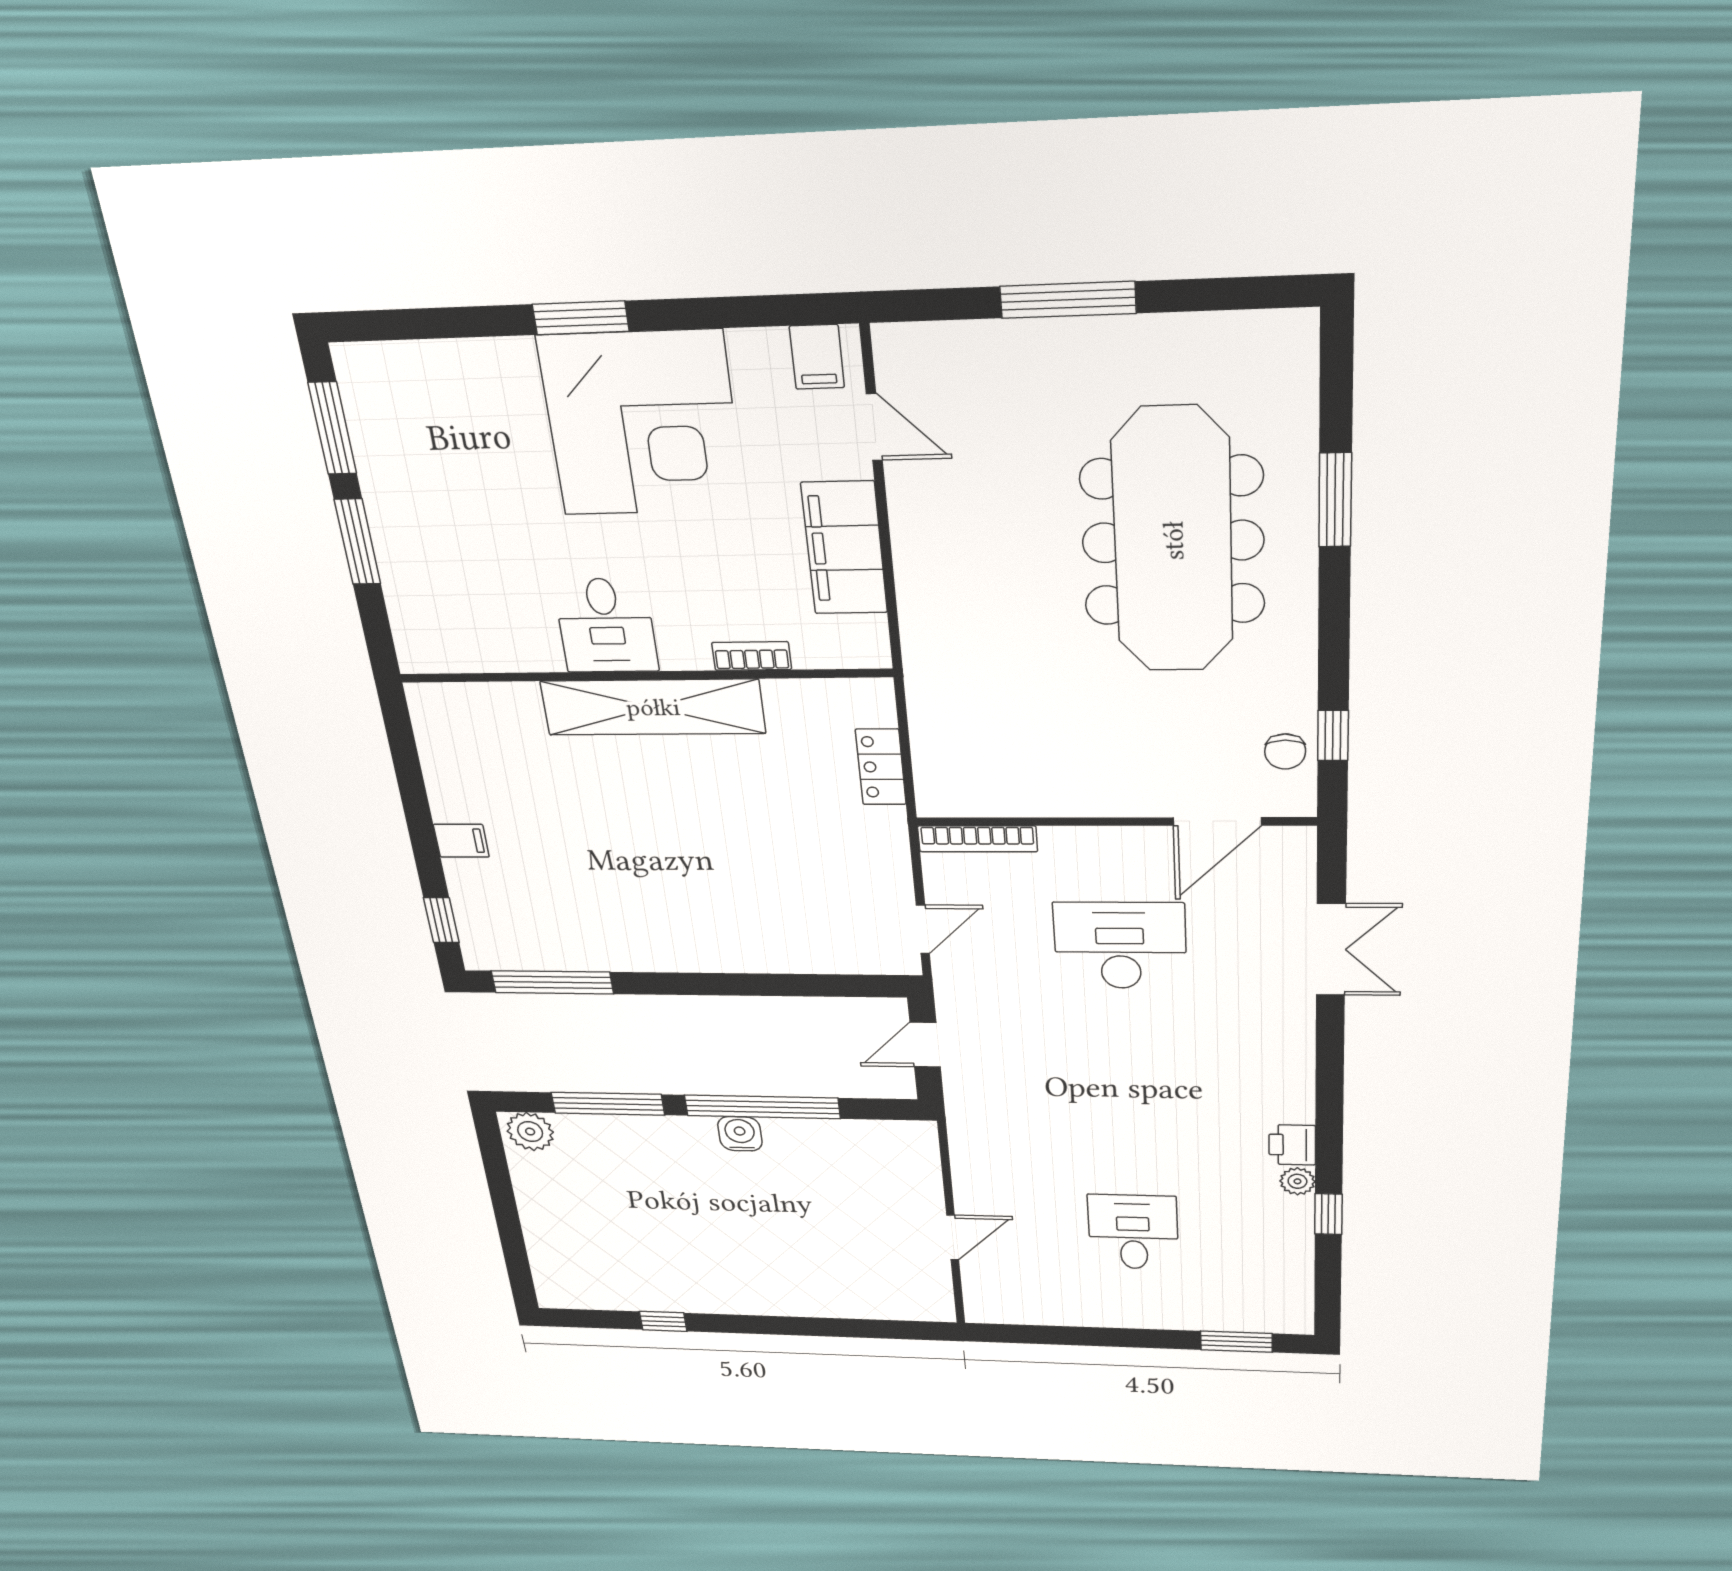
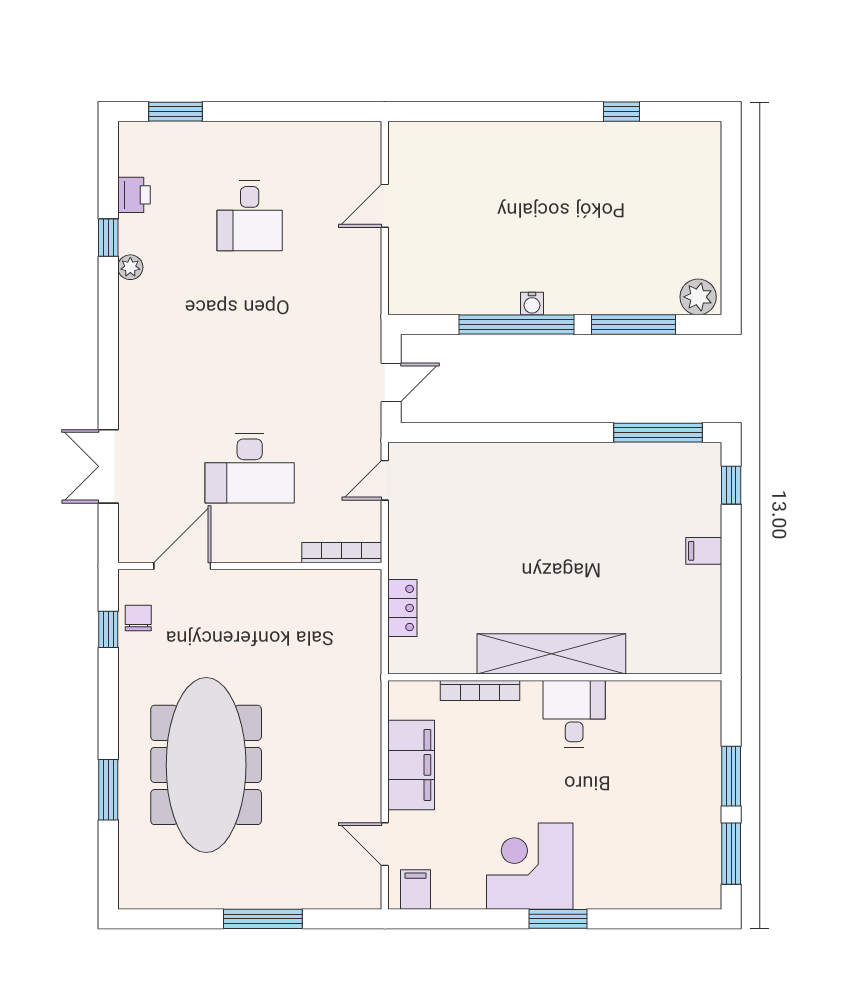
corner desk: (642, 424) -> (530, 866), width x0.74, depth x0.74
bookcase: (752, 656) -> (480, 691), width x1.56
water cooler: (740, 1134) -> (532, 304), width x0.72, depth x0.72
printer: (1292, 1145) -> (134, 195), moved

